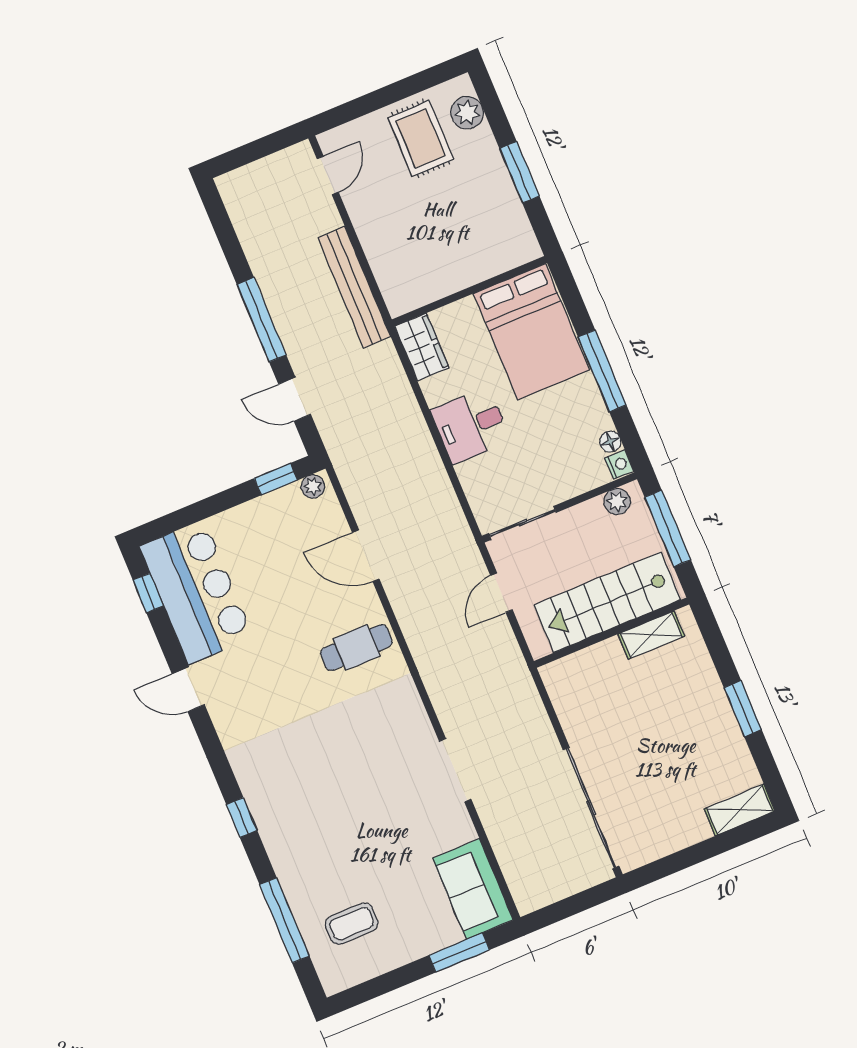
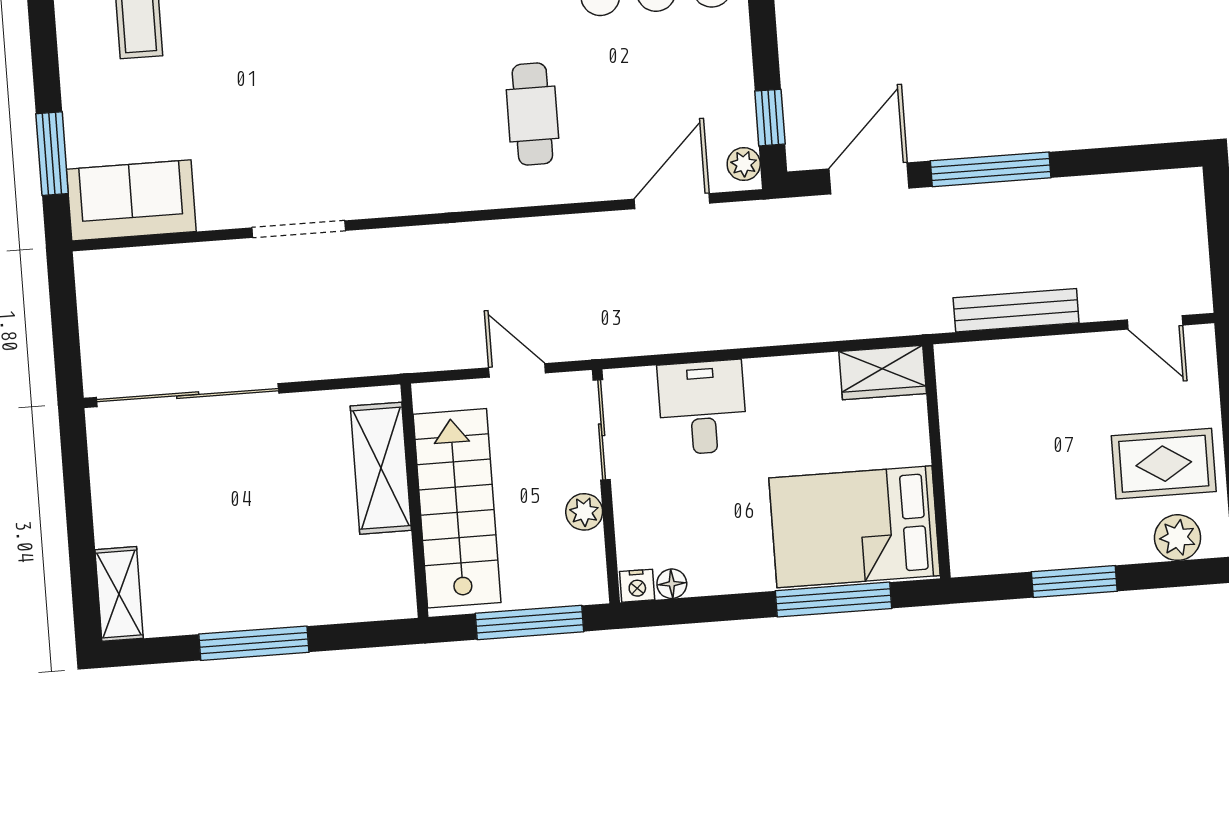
bench: (354, 287) -> (1016, 310), width x0.73, depth x0.82
window: (602, 371) -> (834, 600), moved
door: (295, 399) -> (869, 178), width x1.38
desk: (471, 425) -> (702, 407), moved
plant: (617, 501) -> (584, 512), moved
door: (366, 556) -> (672, 201), moved
shelving: (651, 635) -> (381, 468), moved, width x1.50, depth x1.33
cafe table: (356, 647) -> (532, 114), moved
window: (743, 709) -> (254, 643), width x1.44

